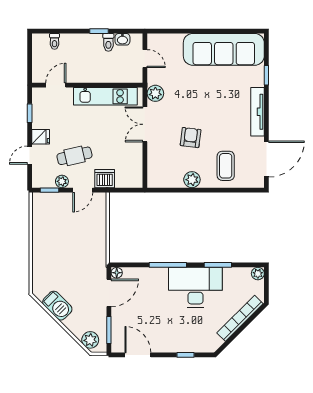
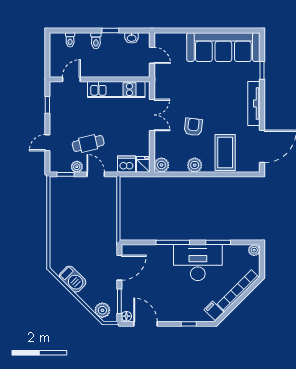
toilet: (108, 42) -> (96, 41), moved
plant: (155, 93) -> (161, 165), moved
double door: (145, 124) -> (152, 115), swing flipped
fridge: (41, 137) -> (143, 164), moved, turned -90
coffee table: (226, 166) -> (225, 152), width x1.36, depth x1.32
dishwasher: (105, 179) -> (127, 164), moved
door: (83, 190) -> (96, 174), swing flipped
floor lamp: (117, 273) -> (126, 316), moved
filing cabinet: (213, 341) -> (214, 311), added

